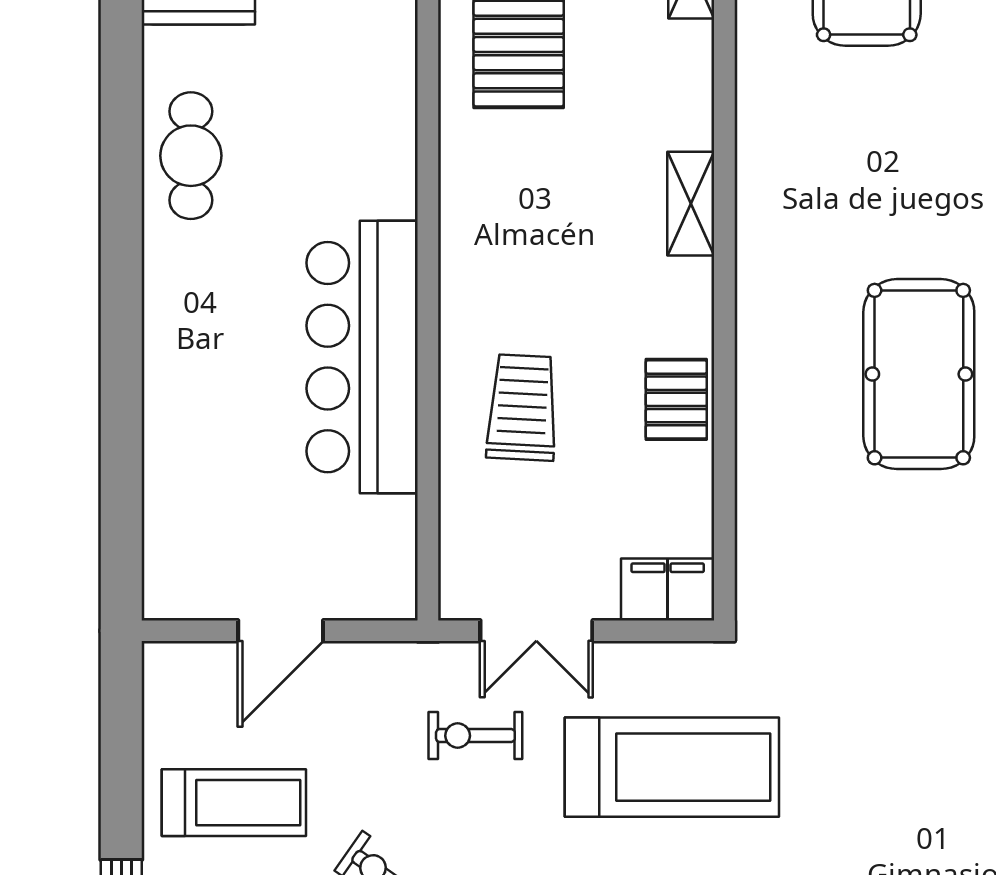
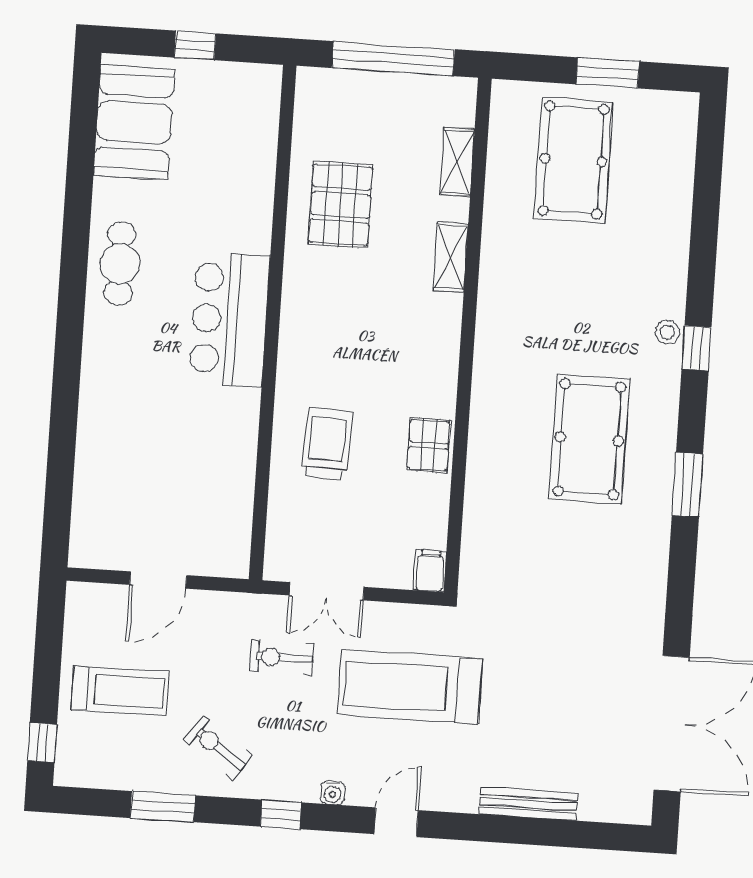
shelving: (691, 204) -> (451, 257), moved
bar counter: (362, 357) -> (229, 319), moved, width x0.73
filing cabinet: (668, 589) -> (430, 571), width x0.50
treadmill: (672, 767) -> (410, 687), turned 180

